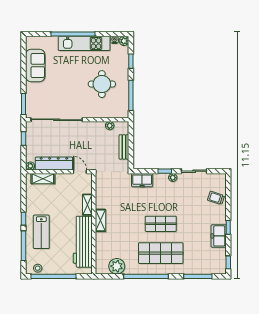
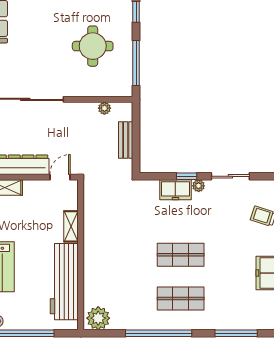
door: (80, 172) -> (60, 177), hinge flipped
freezer: (142, 180) -> (175, 190), moved
shelving: (100, 220) -> (91, 250), removed
shop shelf: (161, 253) -> (181, 299), width x0.70, depth x0.74
plant: (117, 266) -> (98, 318), moved

